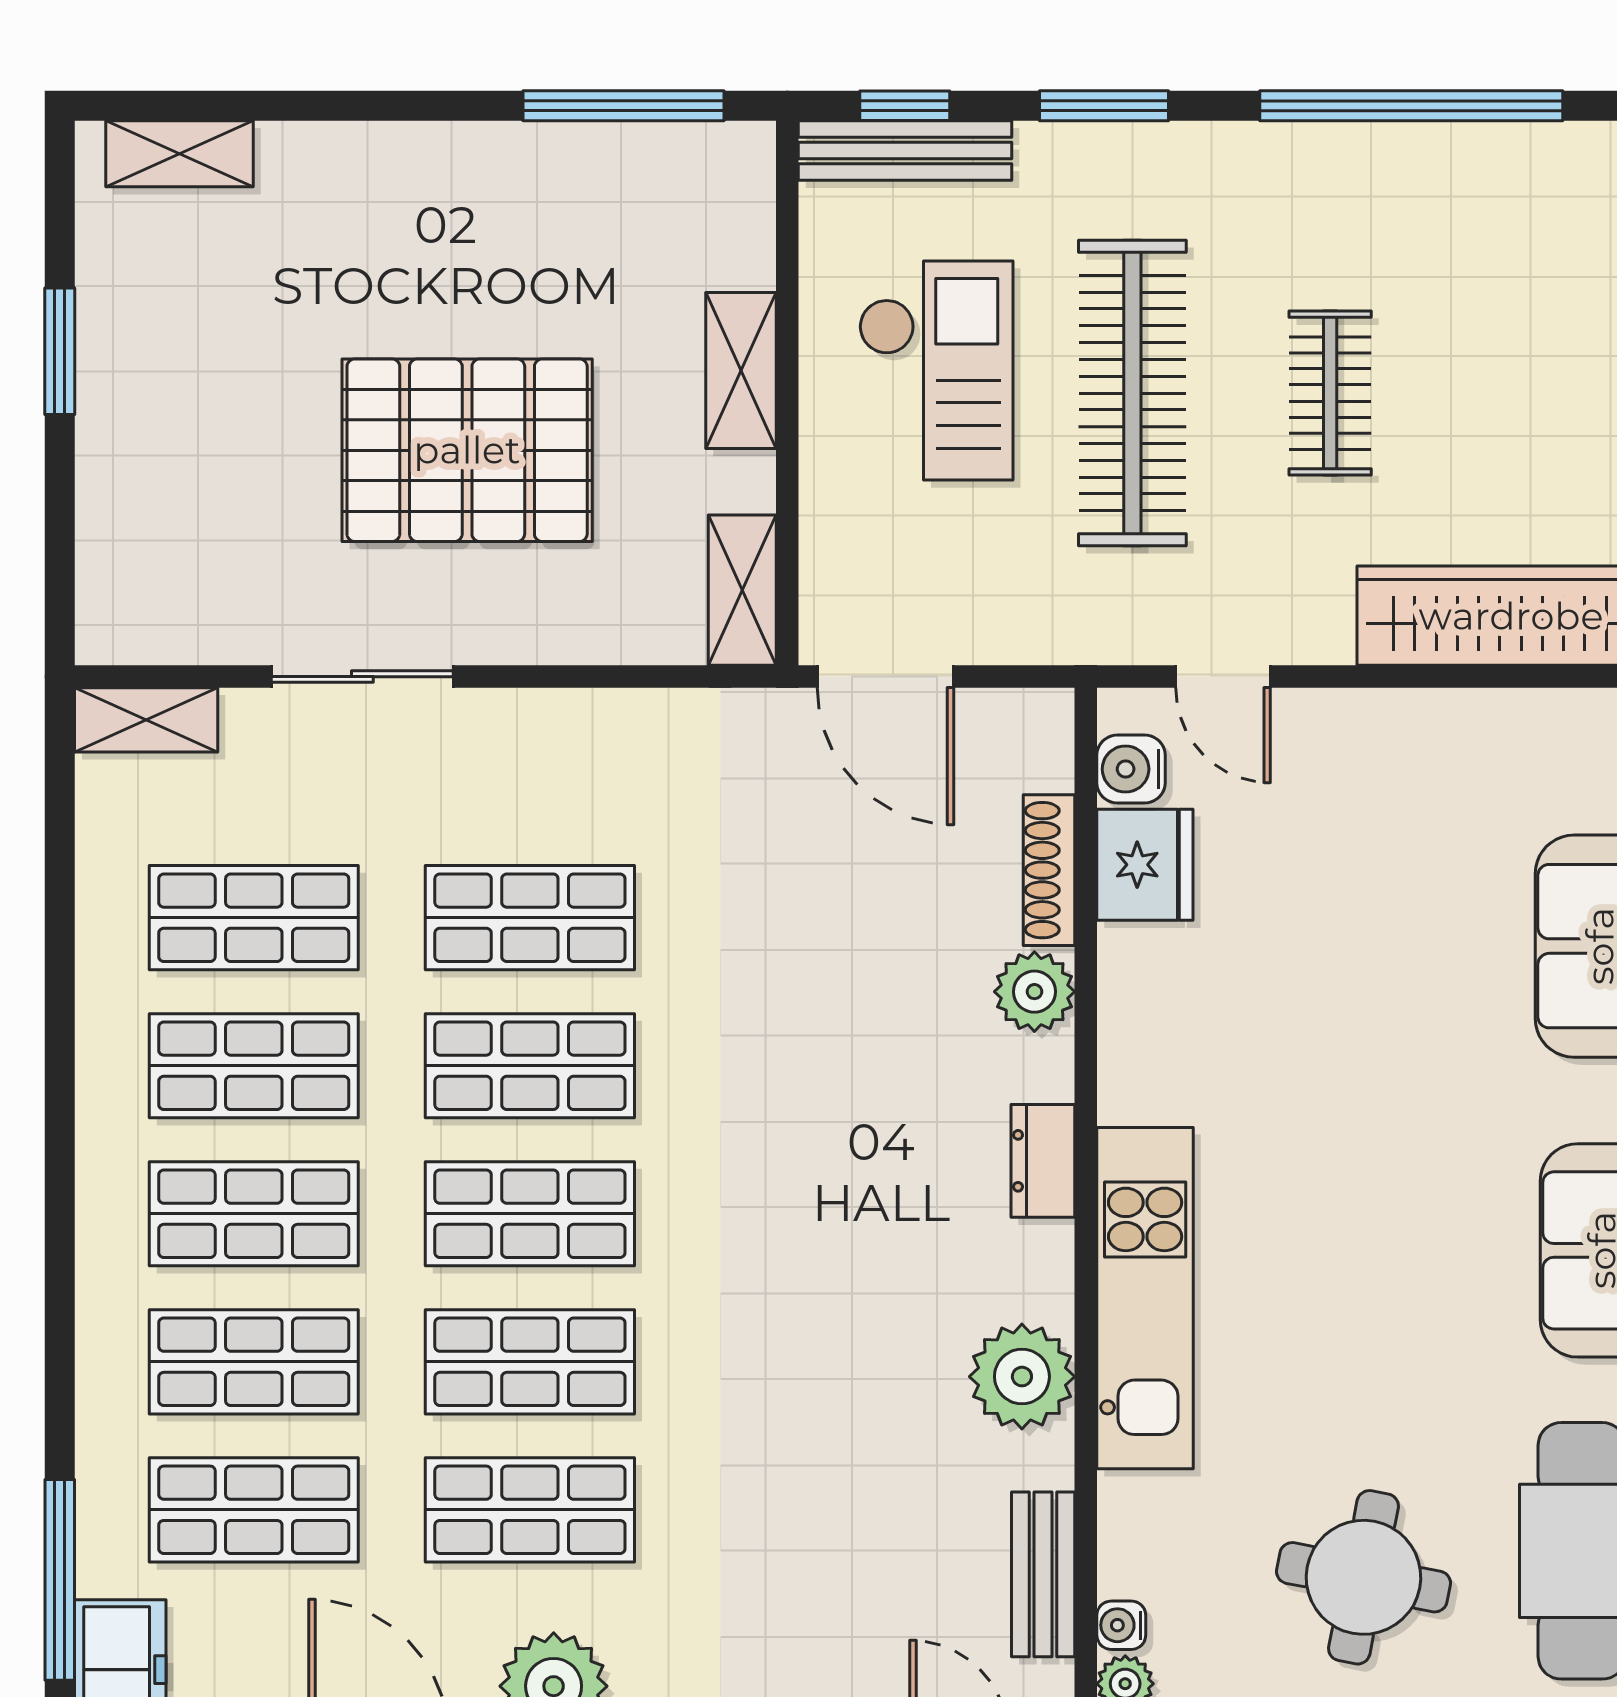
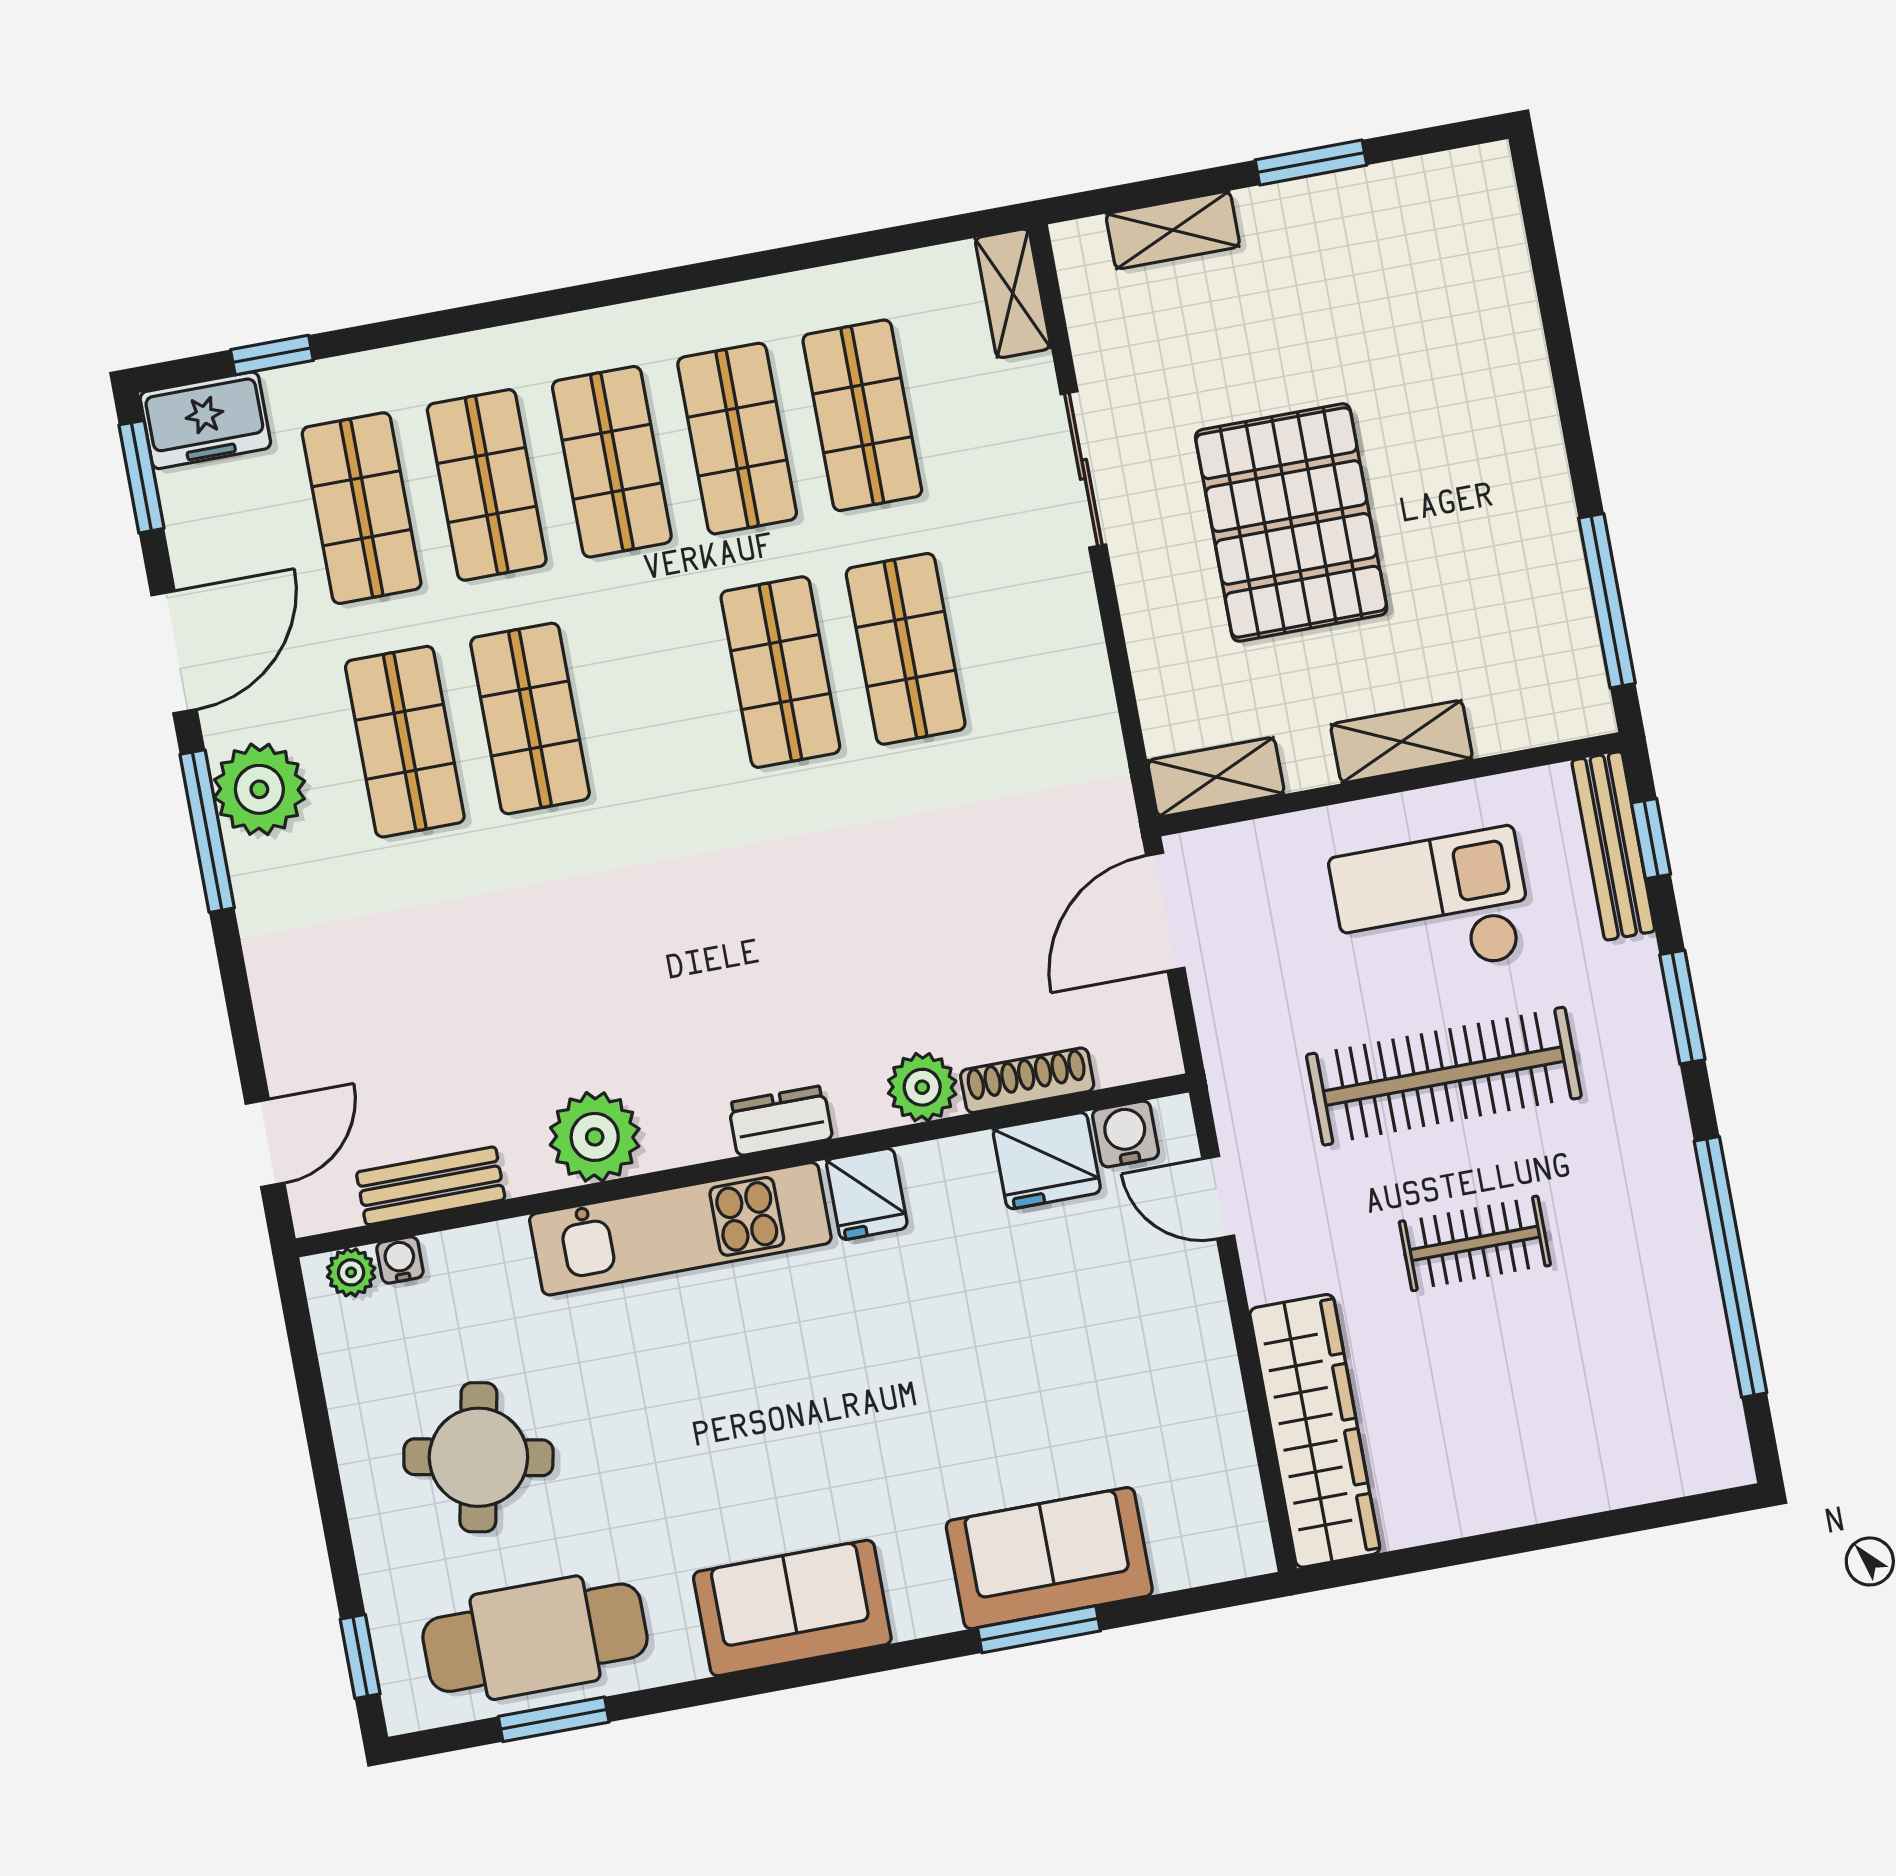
shelving: (179, 154) -> (1173, 230), moved, turned 90
checkout: (936, 370) -> (1432, 907), turned 180
door: (1223, 677) -> (1218, 1197), hinge flipped
fridge: (1145, 1078) -> (867, 1194), added
shop shelf: (530, 1214) -> (655, 695), removed
window: (60, 1580) -> (272, 355), width x0.46

